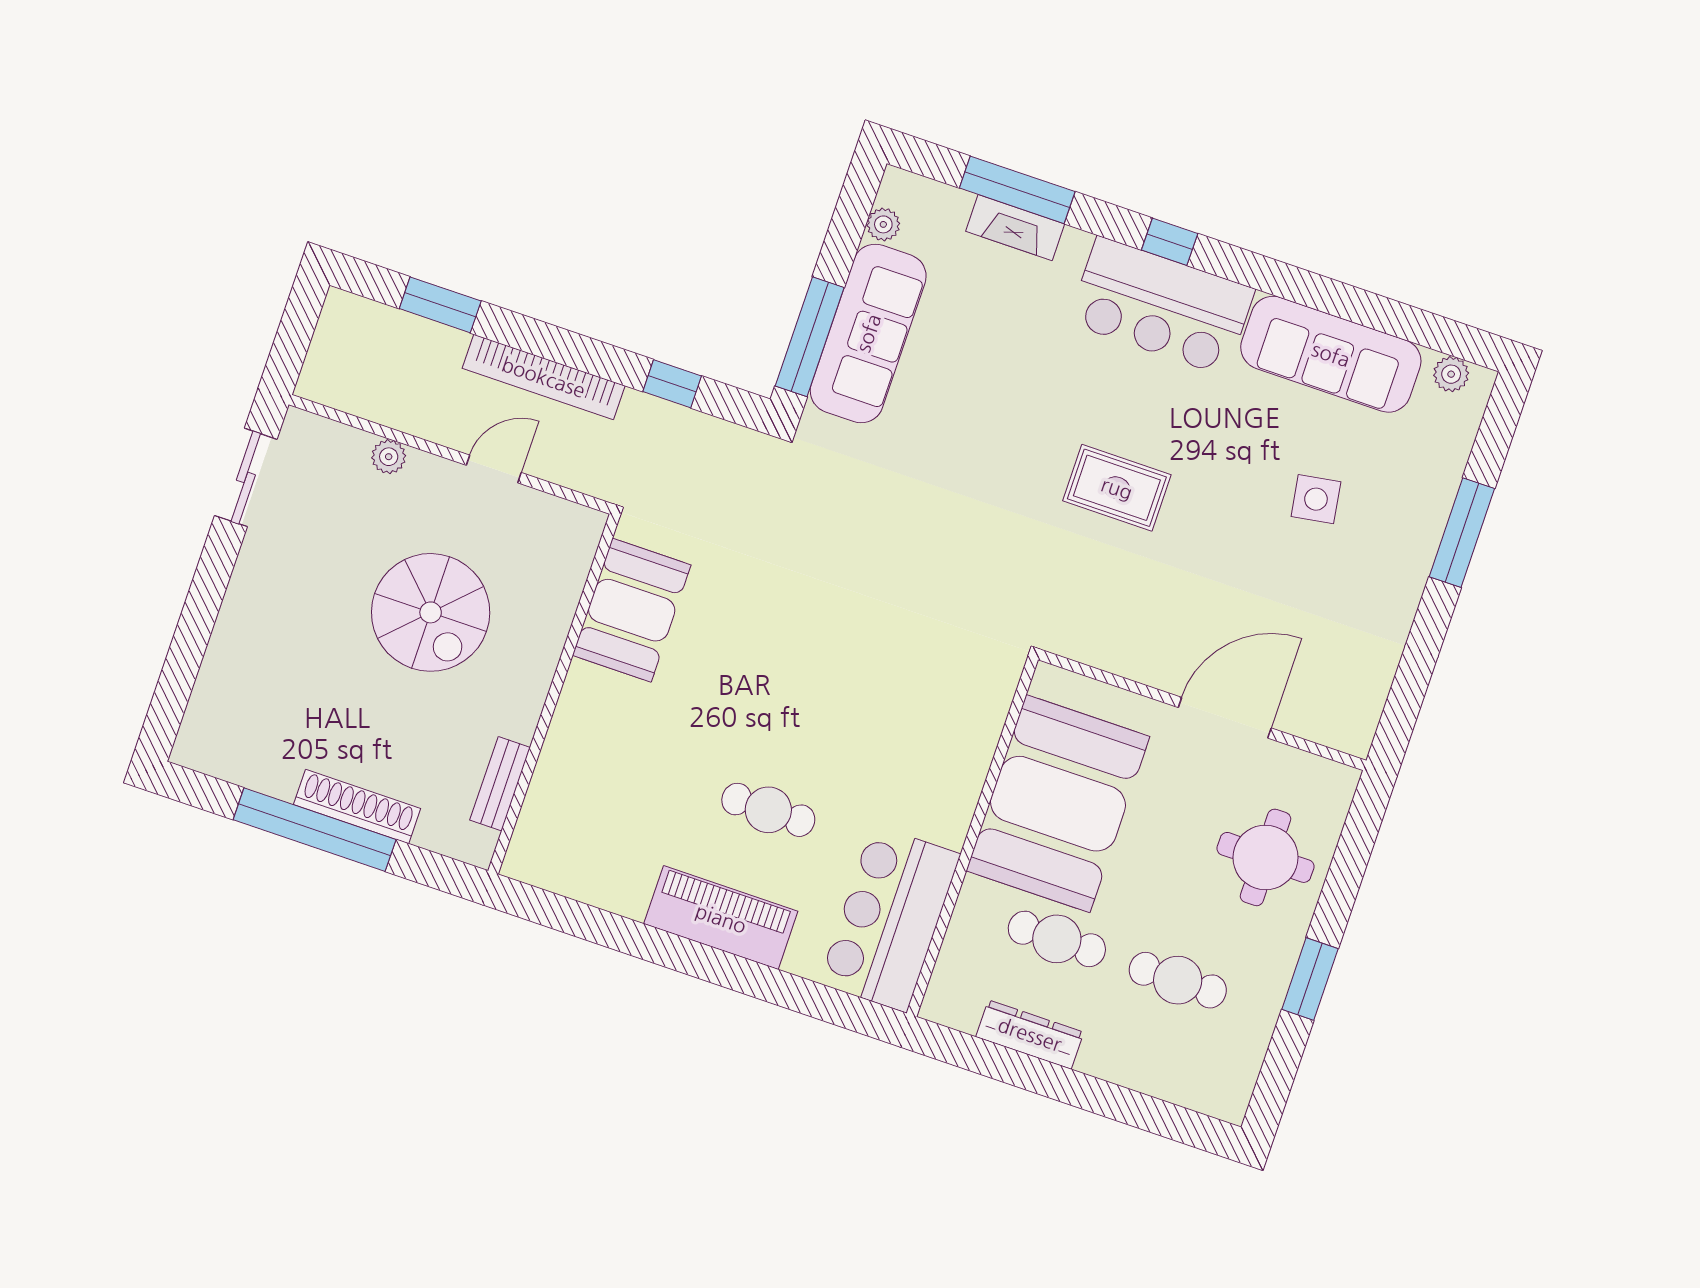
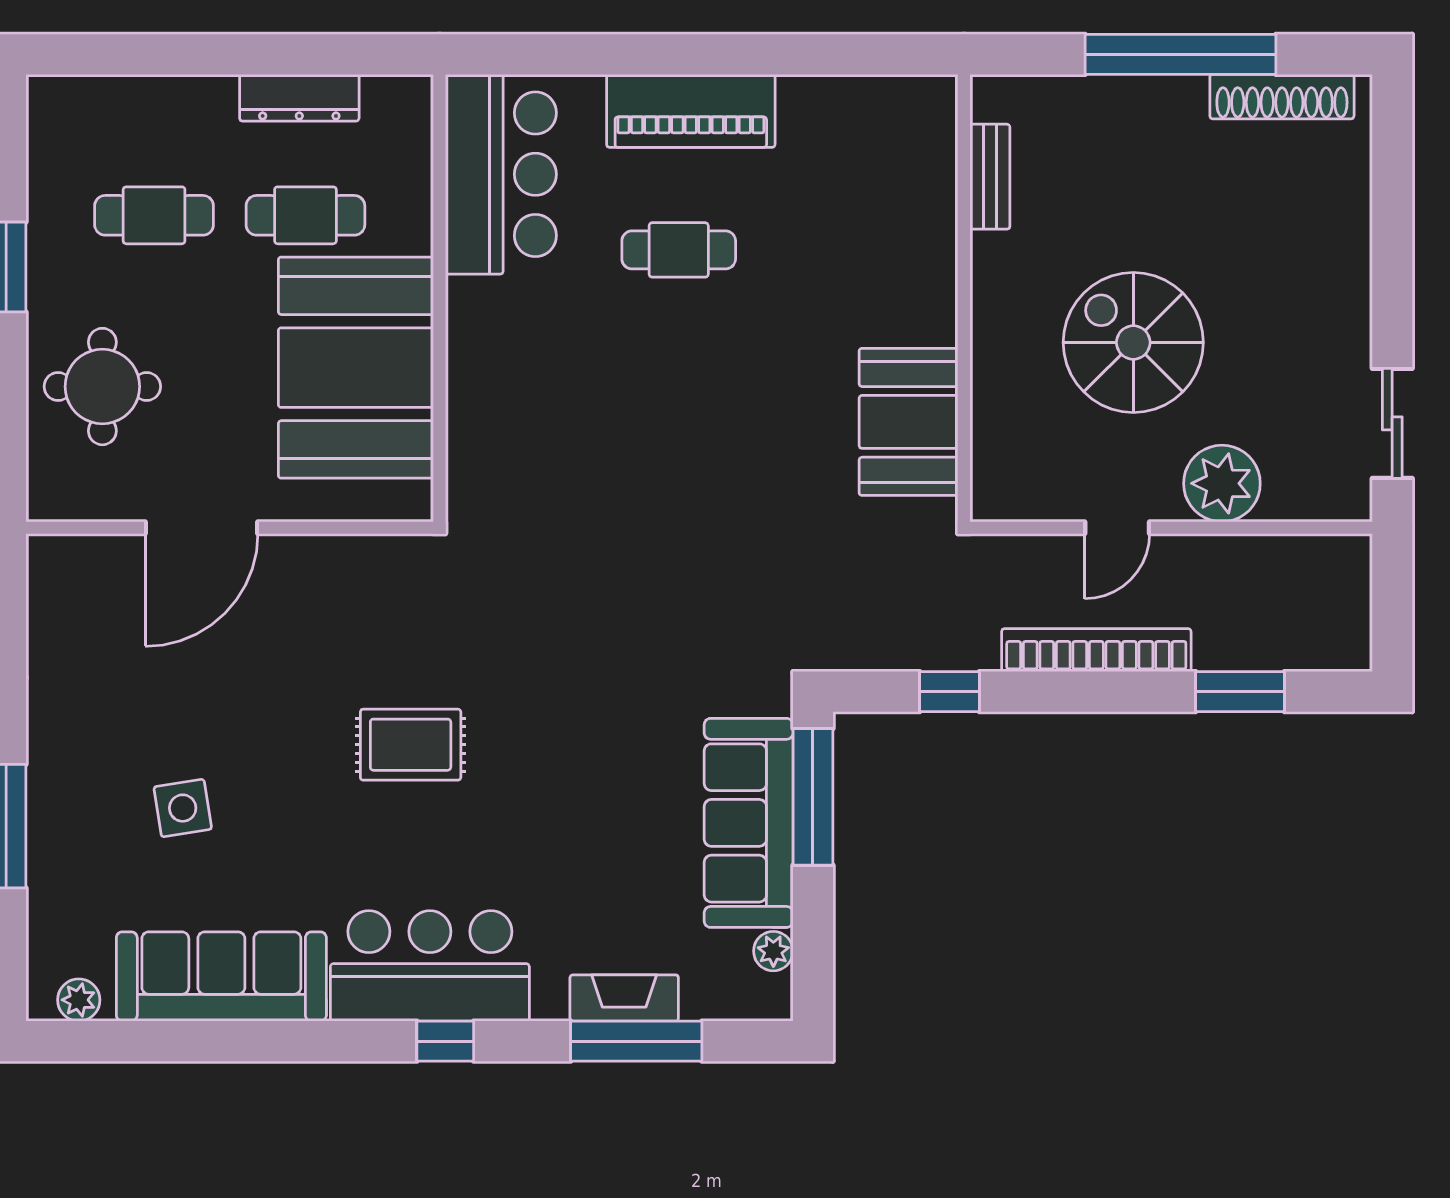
plant: (389, 457) -> (1222, 483), width x1.88, depth x1.88
shoe rack: (357, 806) -> (1282, 97), moved

